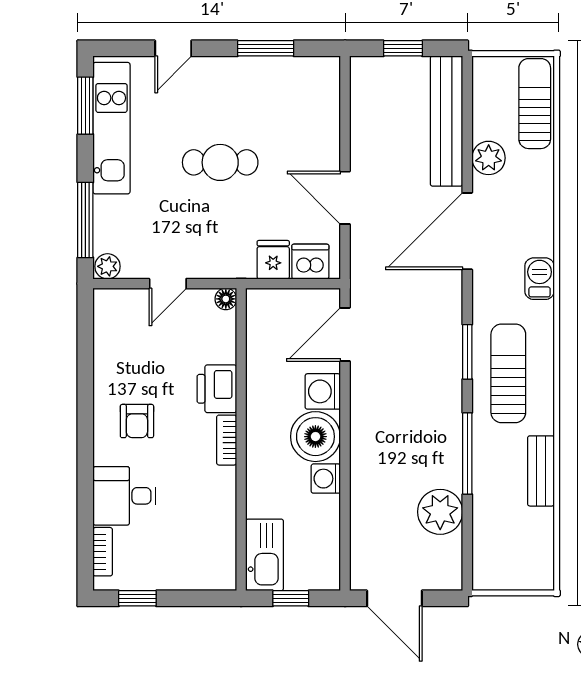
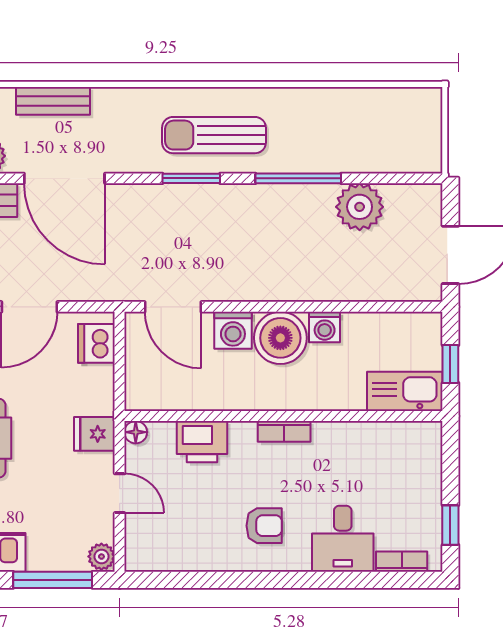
fridge: (273, 260) -> (94, 434), moved
barbecue: (540, 279) -> (114, 102), removed
printer: (217, 389) -> (202, 442), moved
bench: (541, 471) -> (53, 101), moved

